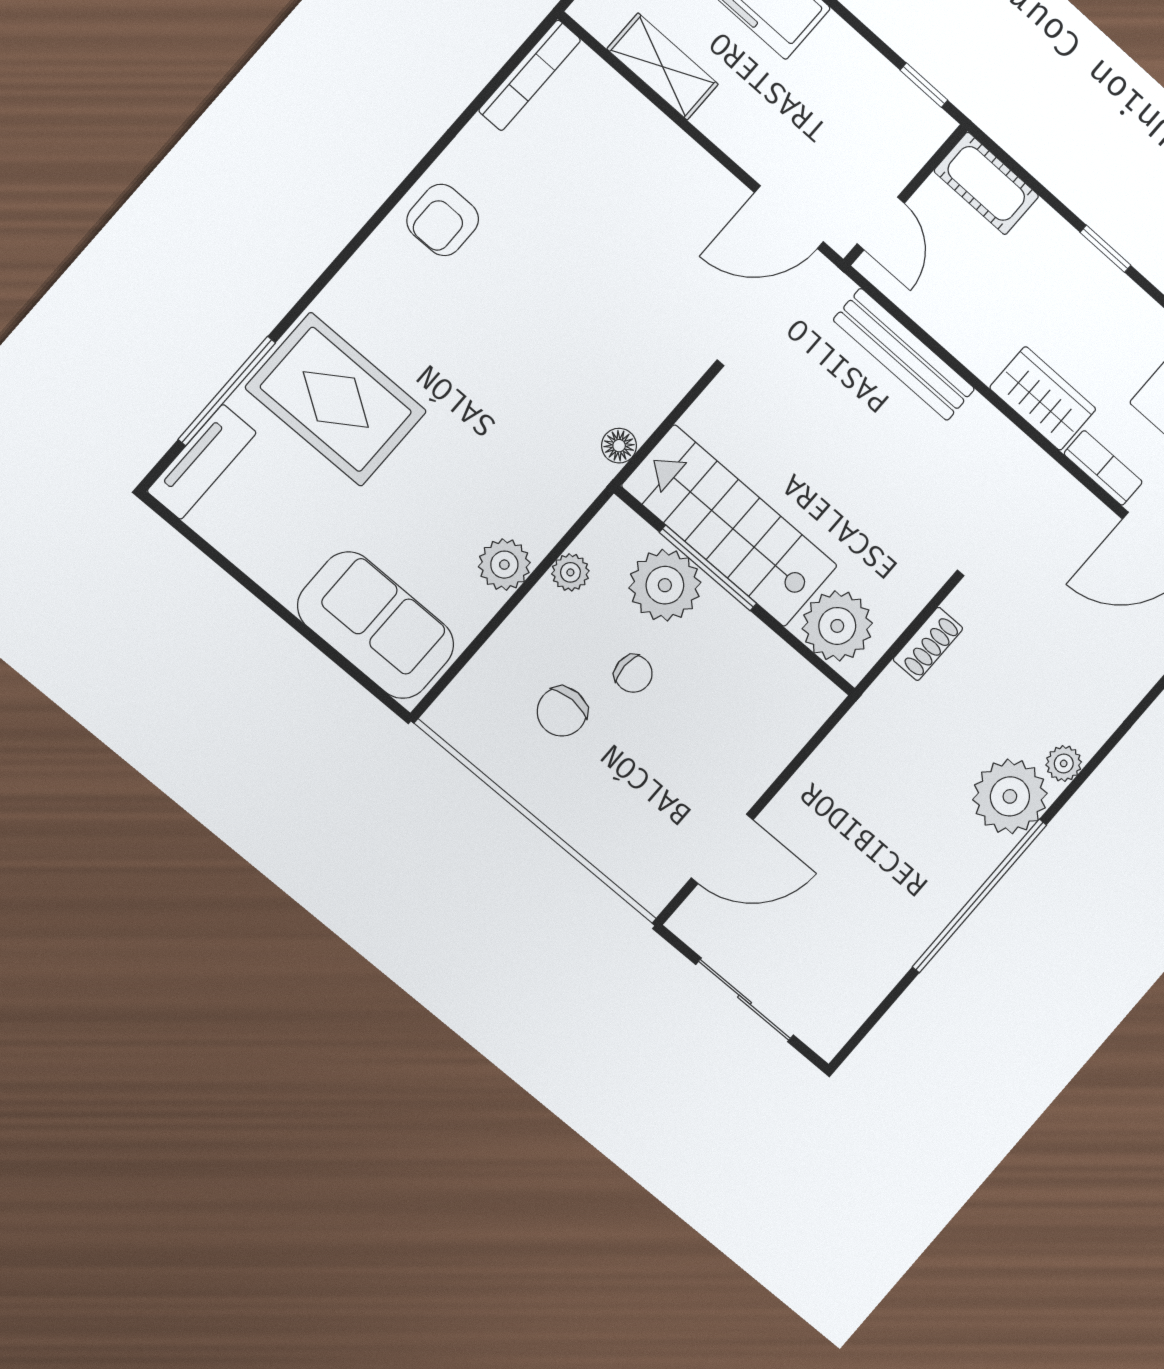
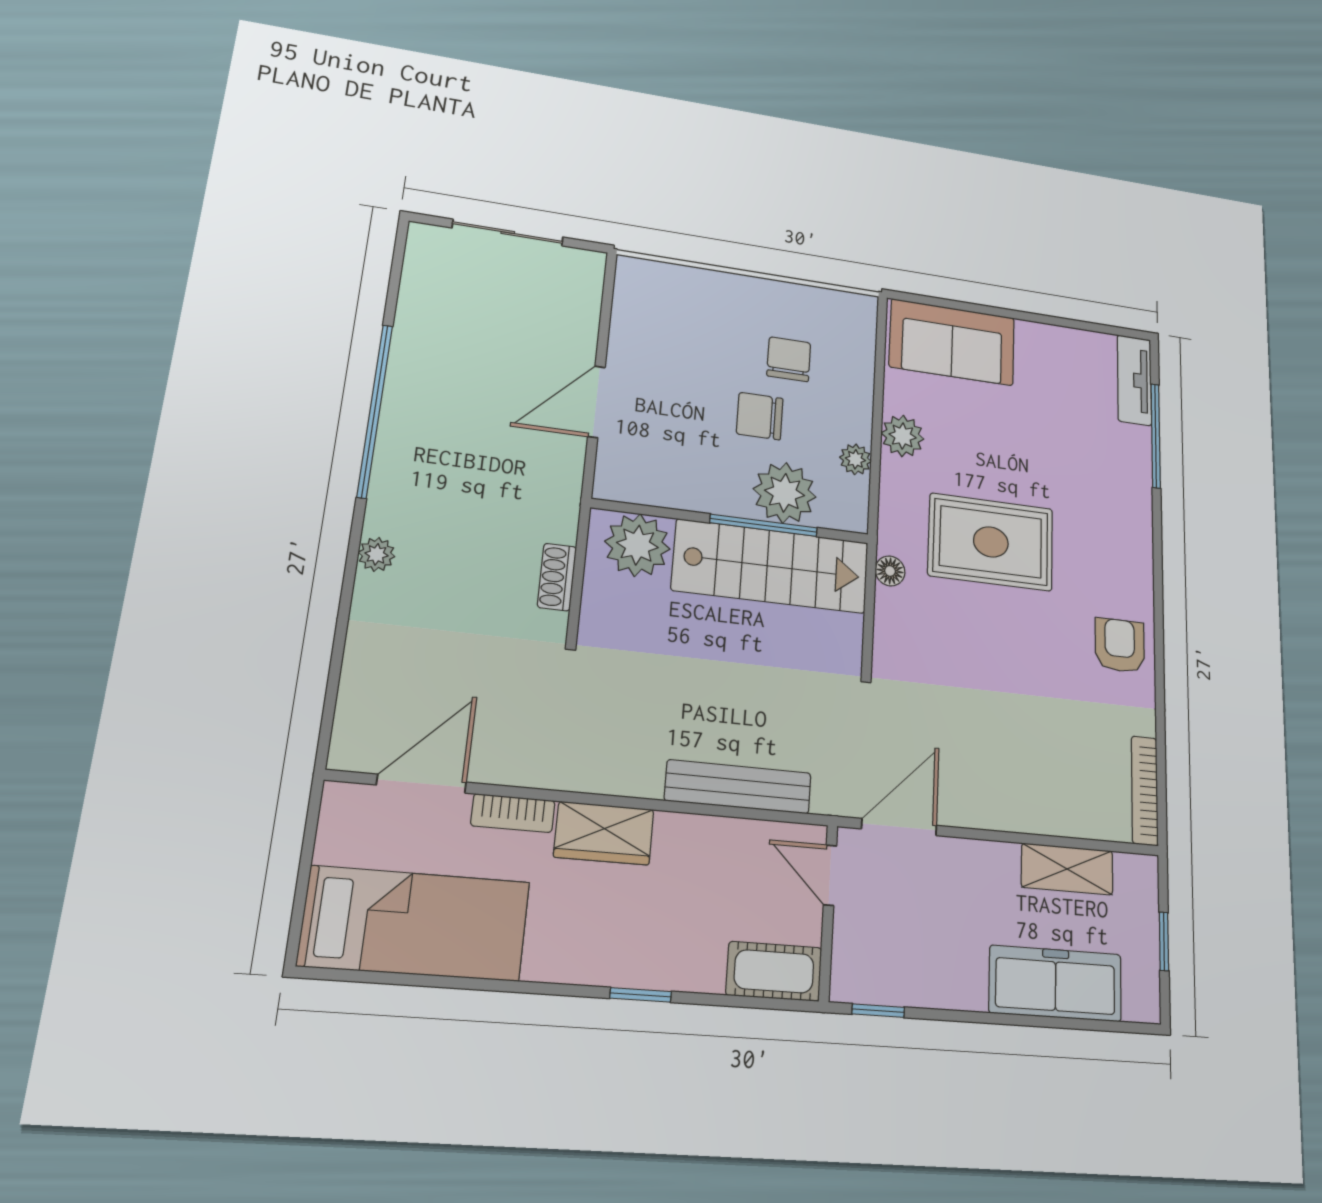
rug: (336, 399) -> (991, 542), moved
chair: (633, 674) -> (760, 416), width x1.37, depth x1.37
plant: (1010, 796) -> (404, 501), removed
door: (722, 849) -> (596, 402), moved

